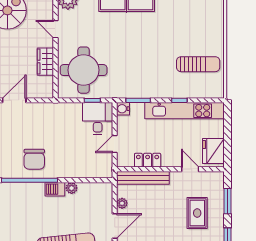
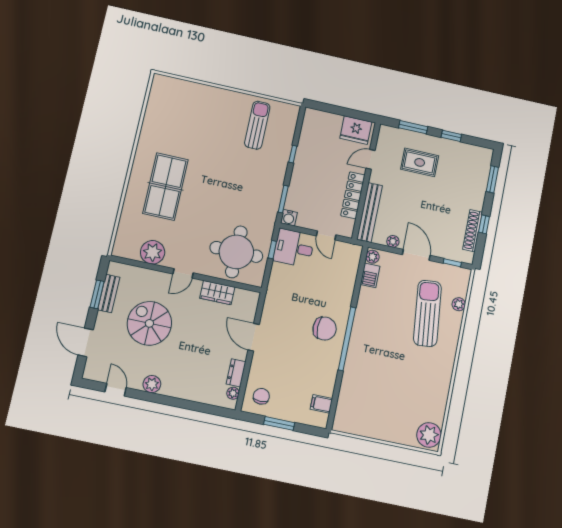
kitchen unit: (184, 111) -> (305, 151), removed
locker: (148, 160) -> (353, 195), width x1.53
plant: (72, 188) -> (373, 257), moved
barbecue: (55, 189) -> (370, 275), moved

